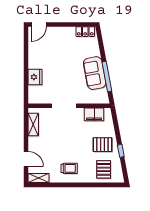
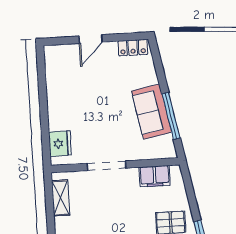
door: (39, 24) -> (91, 39), moved
fridge: (35, 77) -> (60, 144), moved

